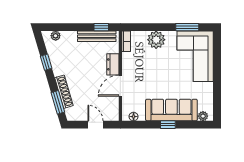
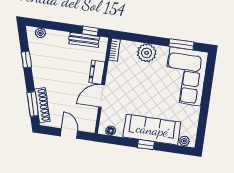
bench: (97, 36) -> (84, 40), width x0.73
shoe rack: (64, 92) -> (42, 105), moved

